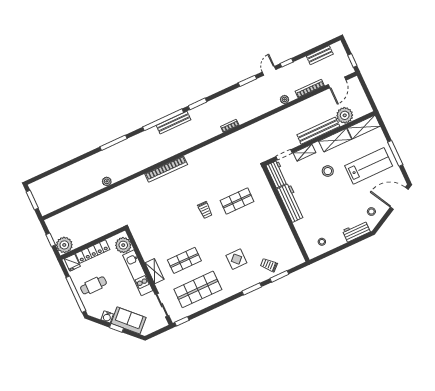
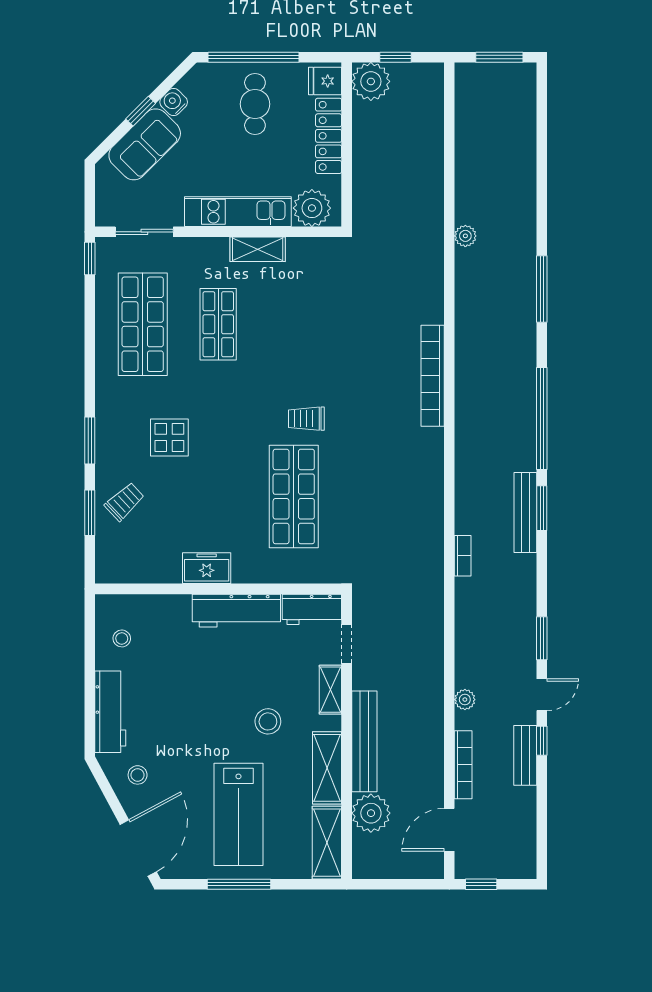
bench: (320, 55) -> (525, 755), moved
door: (269, 71) -> (542, 695), hinge flipped
door: (337, 82) -> (449, 830), hinge flipped
bench: (174, 123) -> (525, 513), moved
shop shelf: (237, 201) -> (294, 496), width x1.43, depth x1.36
freezer: (280, 222) -> (207, 568), added
workbench: (356, 231) -> (110, 712), width x1.38
shelving: (154, 271) -> (258, 249), moved

